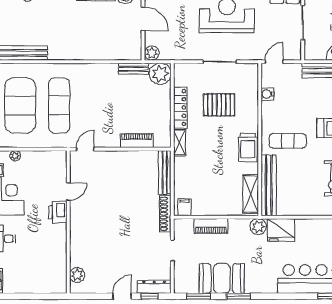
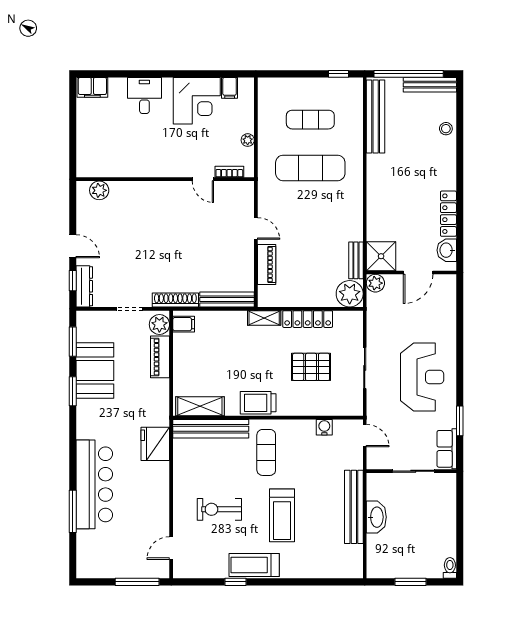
shower: (130, 49) -> (381, 256), added
exercise mat: (20, 105) -> (310, 120), width x0.50, depth x0.69
pallet: (219, 105) -> (311, 367), turned 90
door: (85, 149) -> (256, 228), moved
plant: (15, 156) -> (248, 140), moved
bookcase: (62, 170) -> (229, 172), added
printer: (58, 212) -> (177, 166), removed
plant: (258, 227) -> (159, 324), moved

